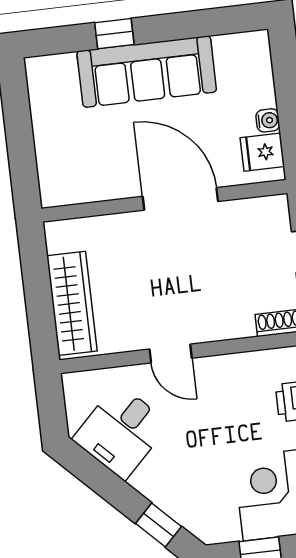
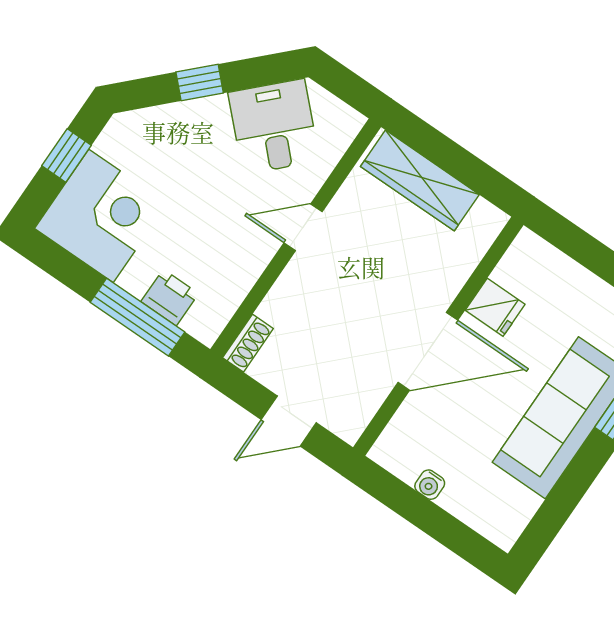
fridge: (262, 152) -> (495, 307), moved, turned 90
window: (159, 525) -> (200, 83), moved

